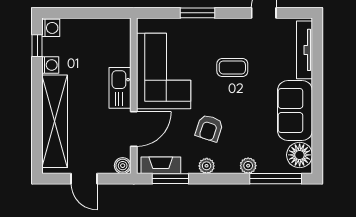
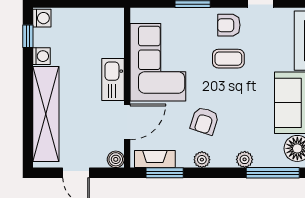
armchair: (233, 35) -> (229, 25), added

